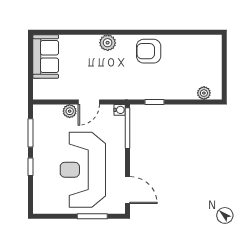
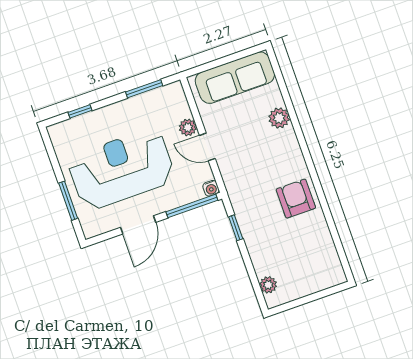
plant: (108, 43) -> (279, 118), moved
sofa: (46, 57) -> (235, 78), width x1.36
window: (31, 167) -> (80, 111), moved
door: (127, 190) -> (138, 225), moved

